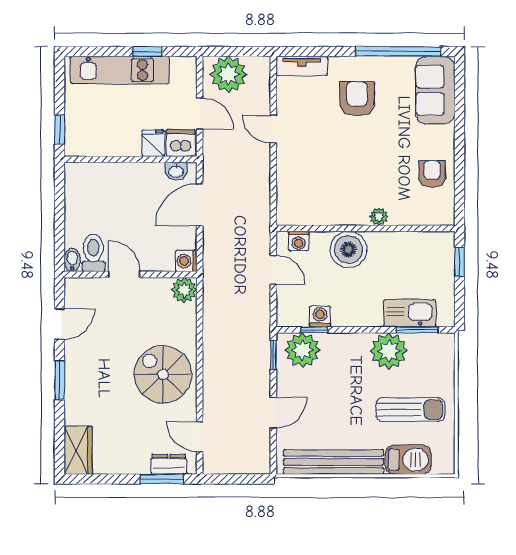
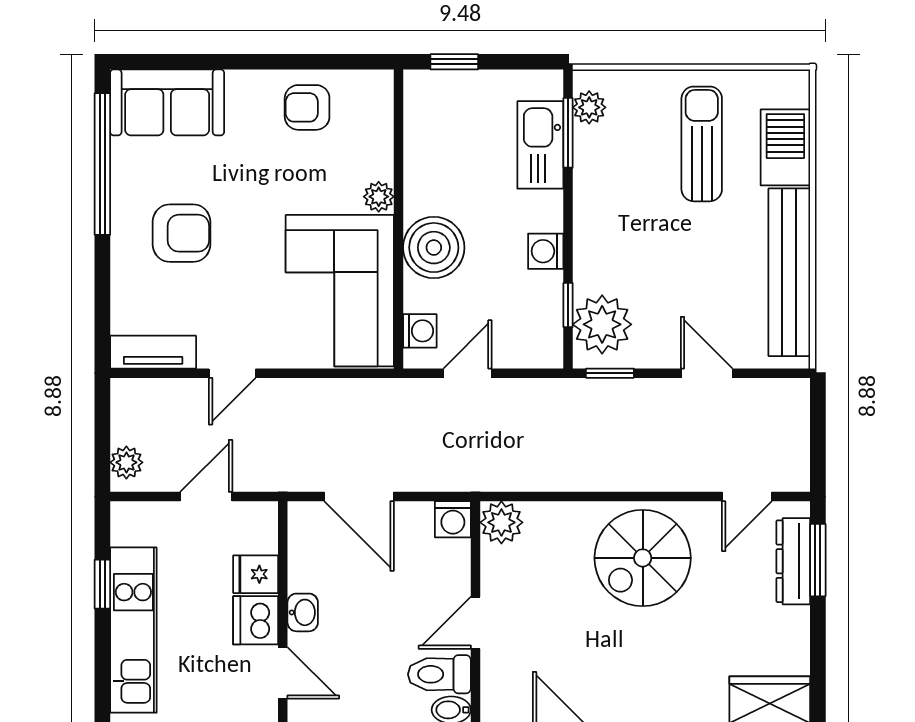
tv unit: (302, 66) -> (153, 352), moved, turned -90
plant: (229, 74) -> (126, 462), width x0.53, depth x0.53
armchair: (357, 99) -> (182, 233), turned 180
dishwasher: (181, 143) -> (256, 620), moved
door: (94, 159) -> (283, 673), added
washbasin: (176, 171) -> (303, 612), moved
corner sofa: (323, 193) -> (340, 291), added
washing machine: (320, 316) -> (546, 251), moved
plant: (389, 351) -> (589, 107), moved, width x0.53, depth x0.53
dresser: (169, 464) -> (793, 561), width x1.44

